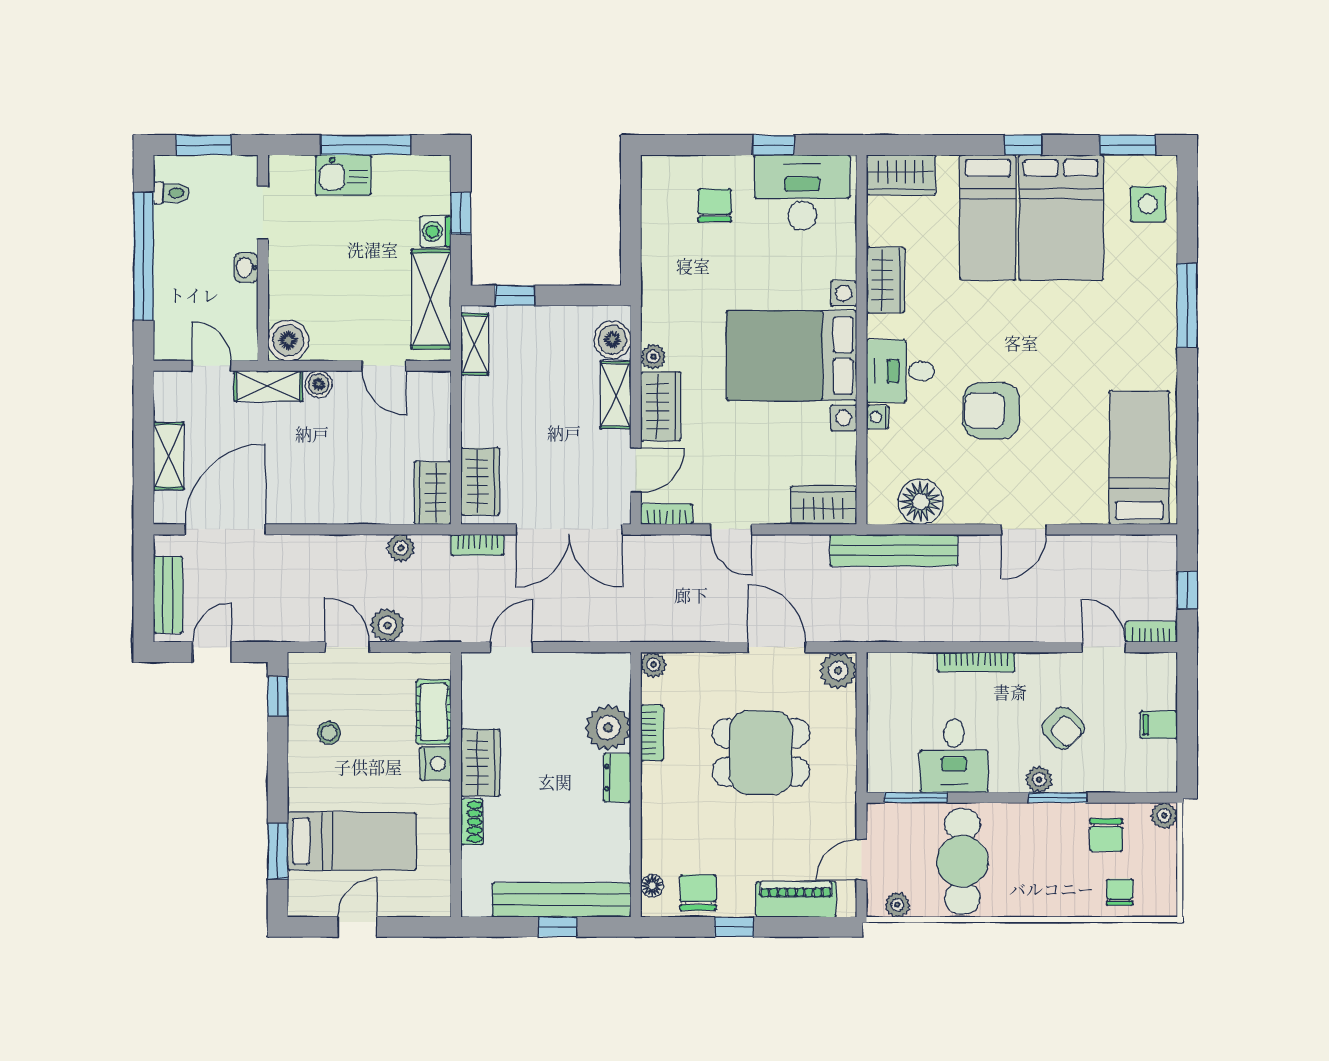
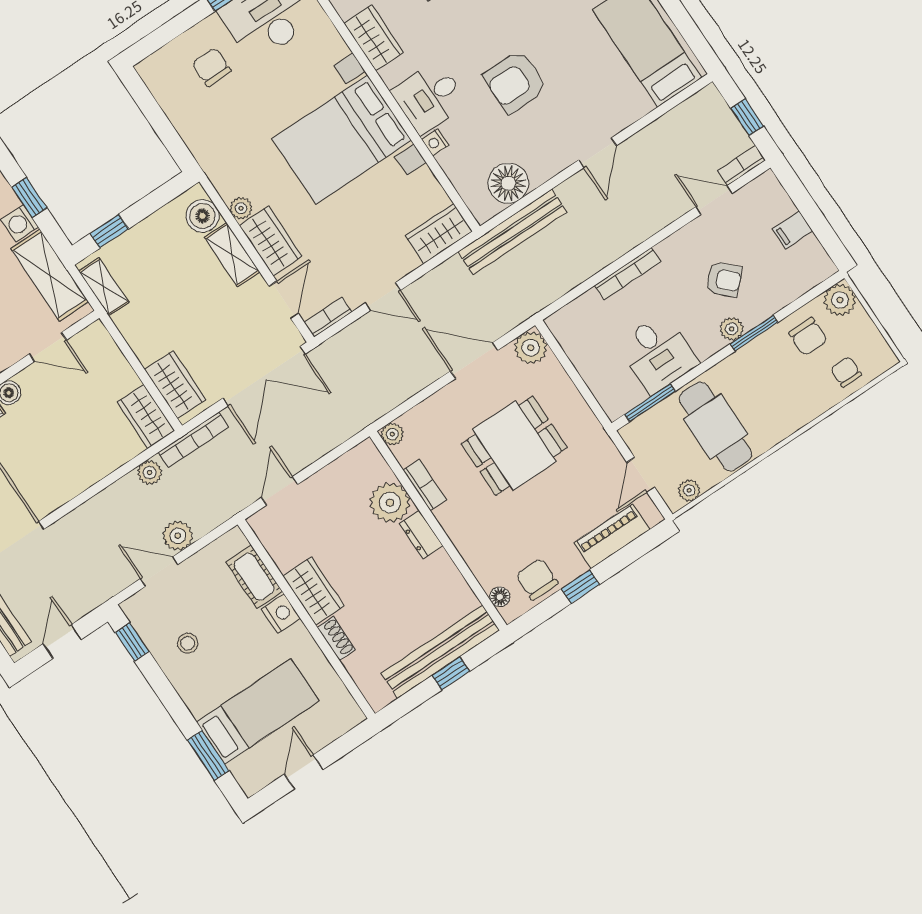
bookcase: (477, 545) -> (193, 440), width x1.56
plant: (1164, 816) -> (840, 300), width x1.38, depth x1.38

